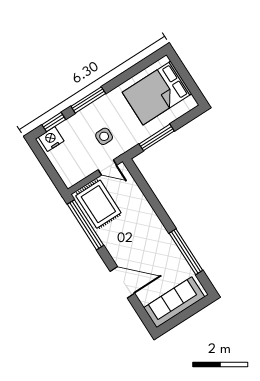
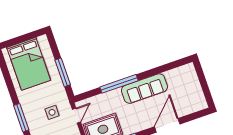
window: (186, 252) -> (119, 84), moved
sofa: (174, 302) -> (144, 89), moved, turned -90

